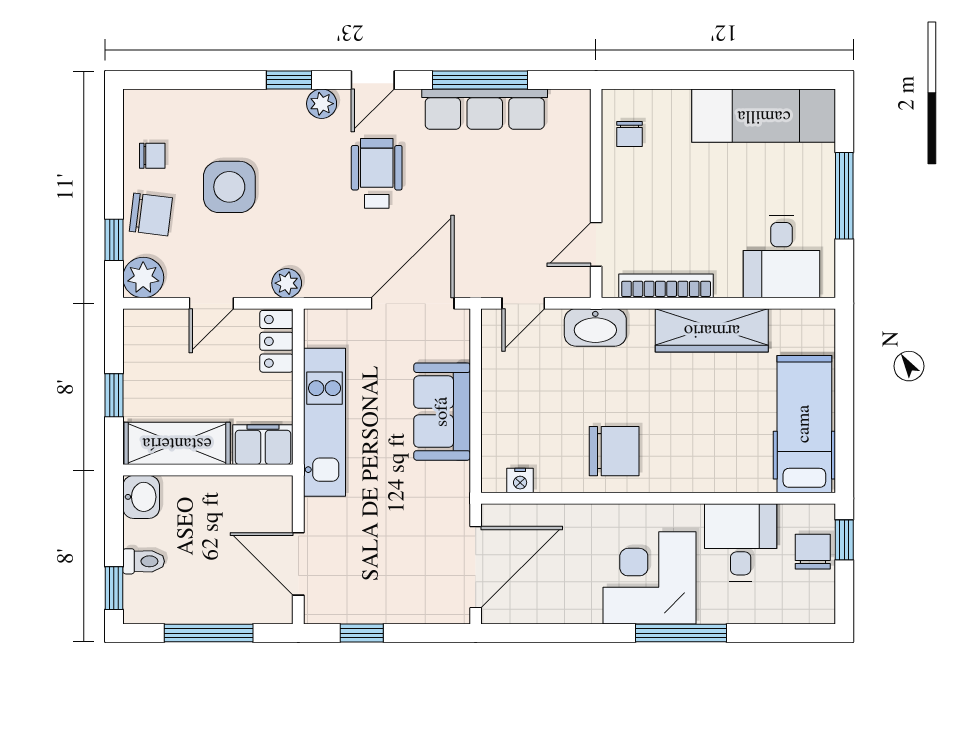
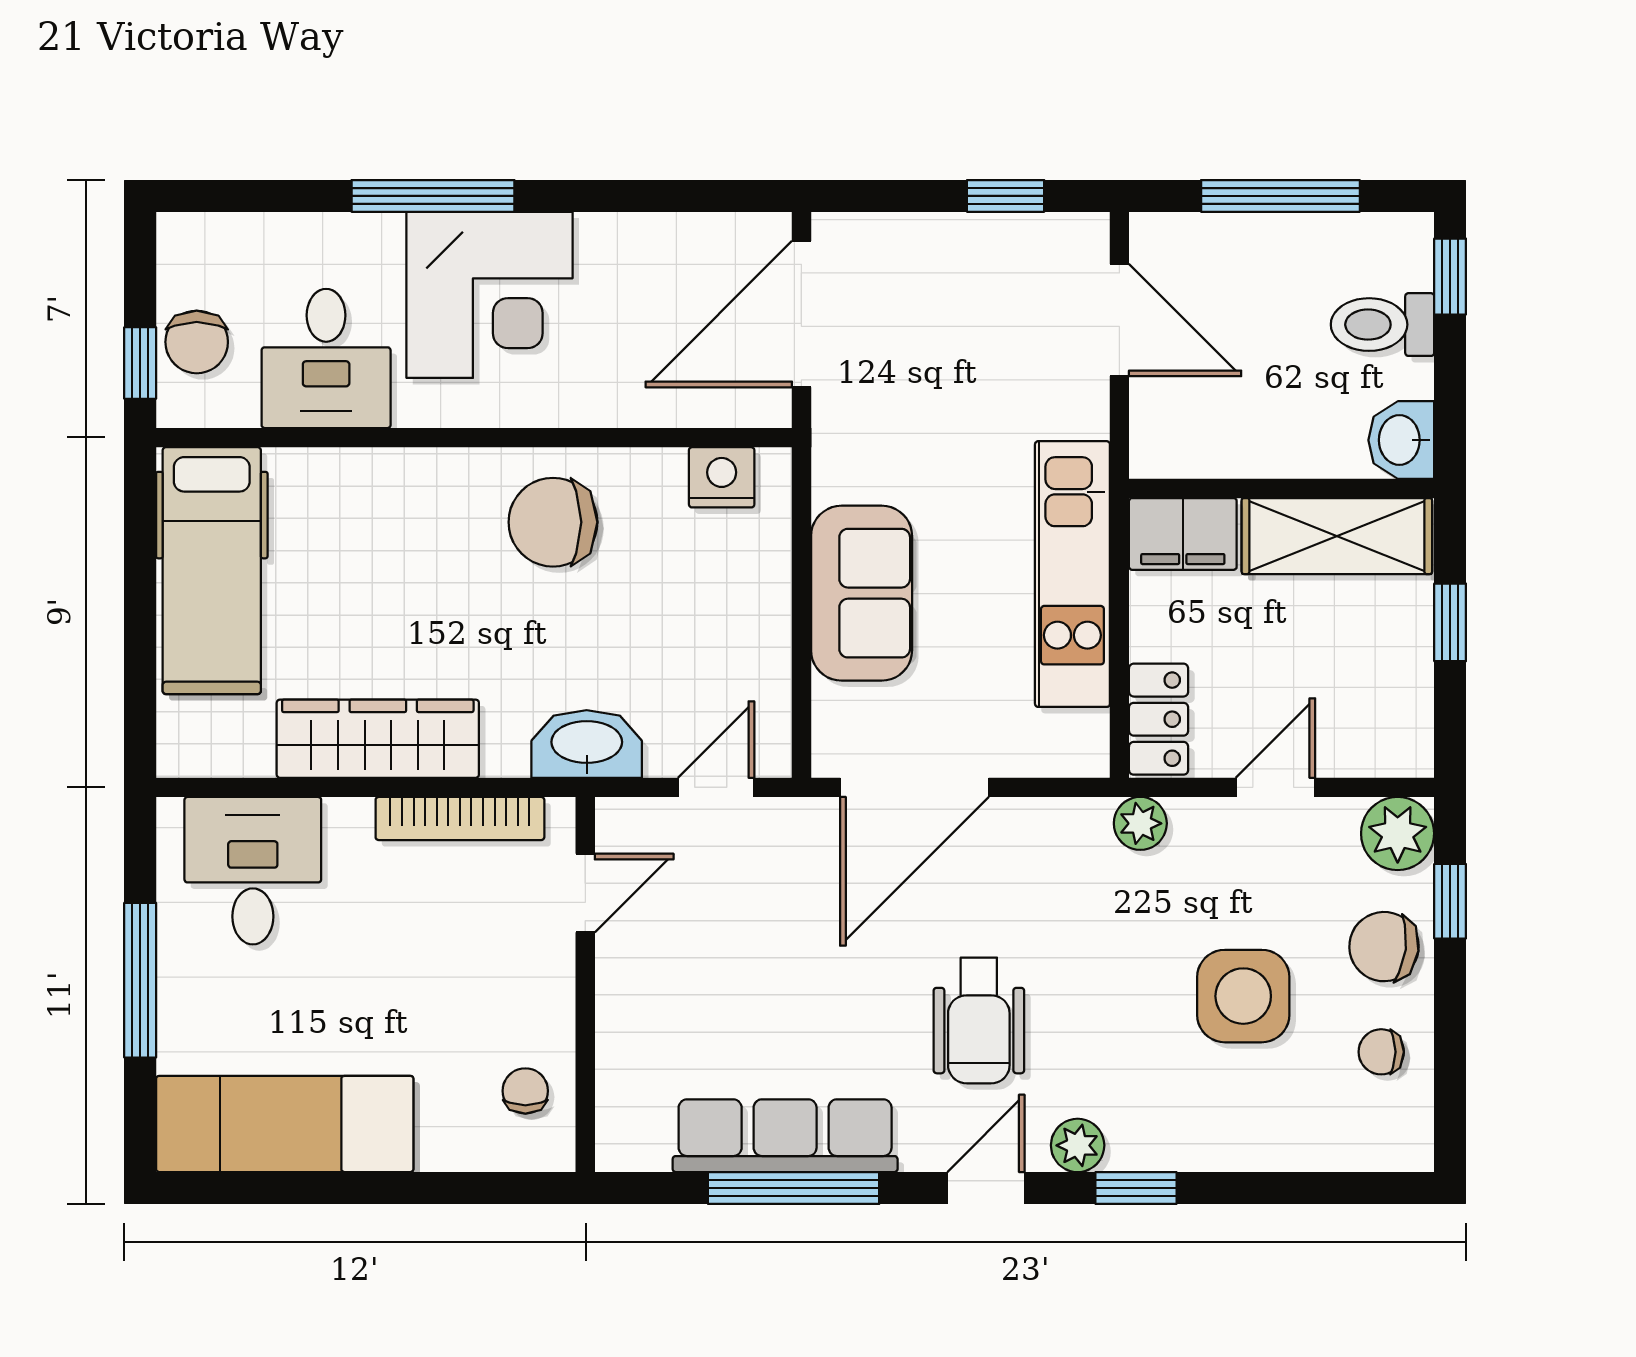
nightstand: (520, 481) -> (722, 477), width x1.39, depth x1.35
toilet: (144, 561) -> (1382, 325), width x1.37, depth x1.39

